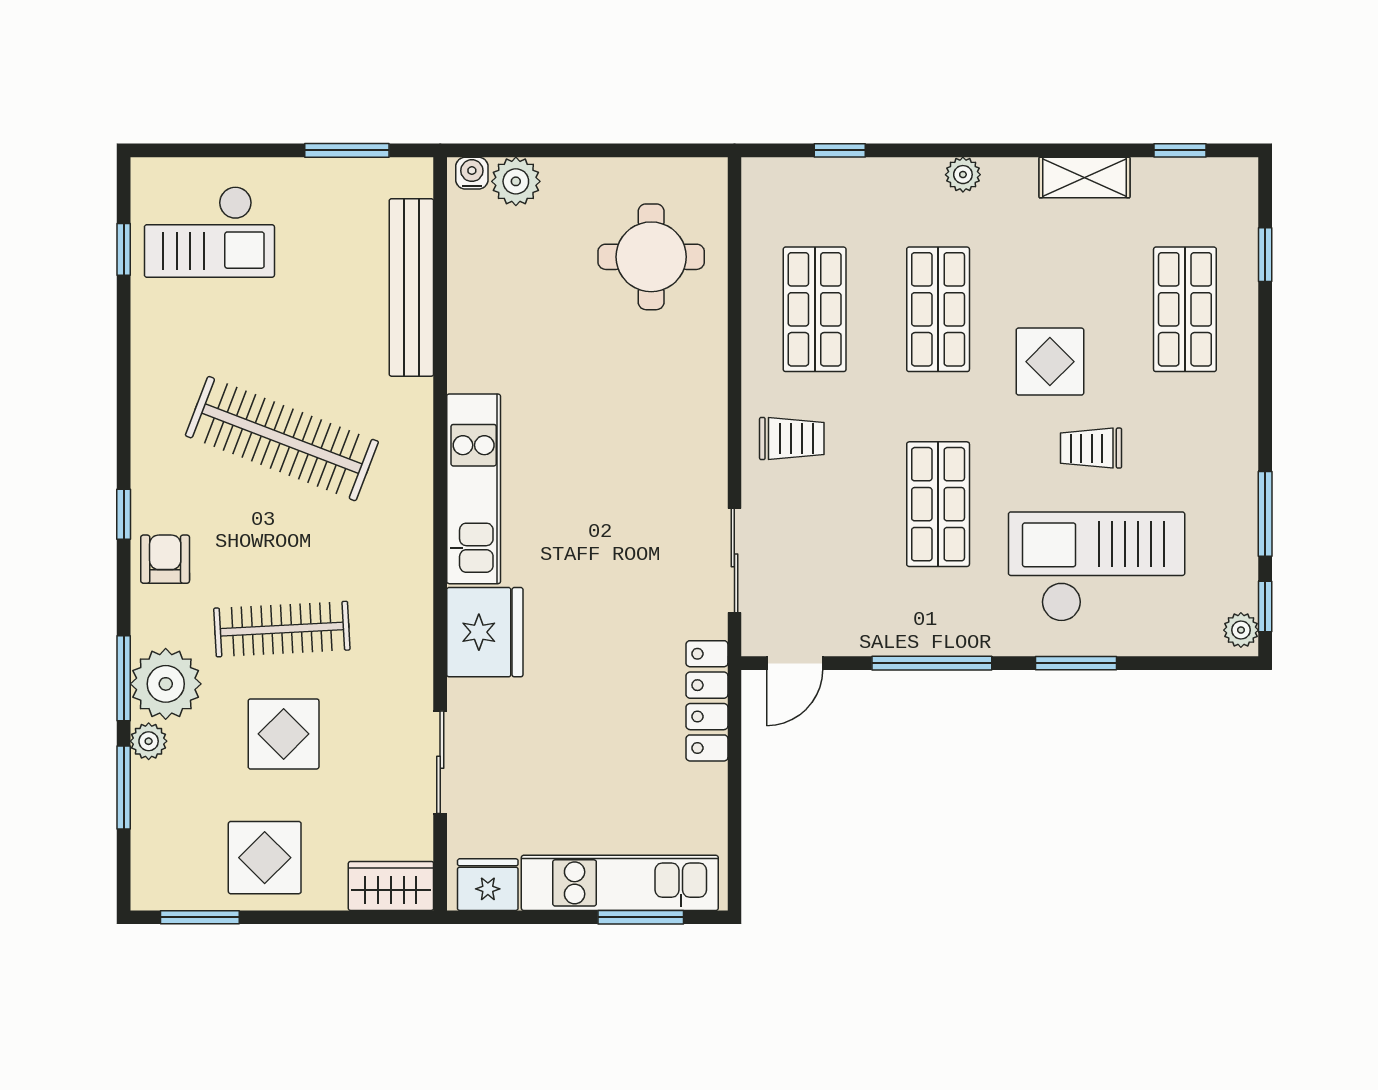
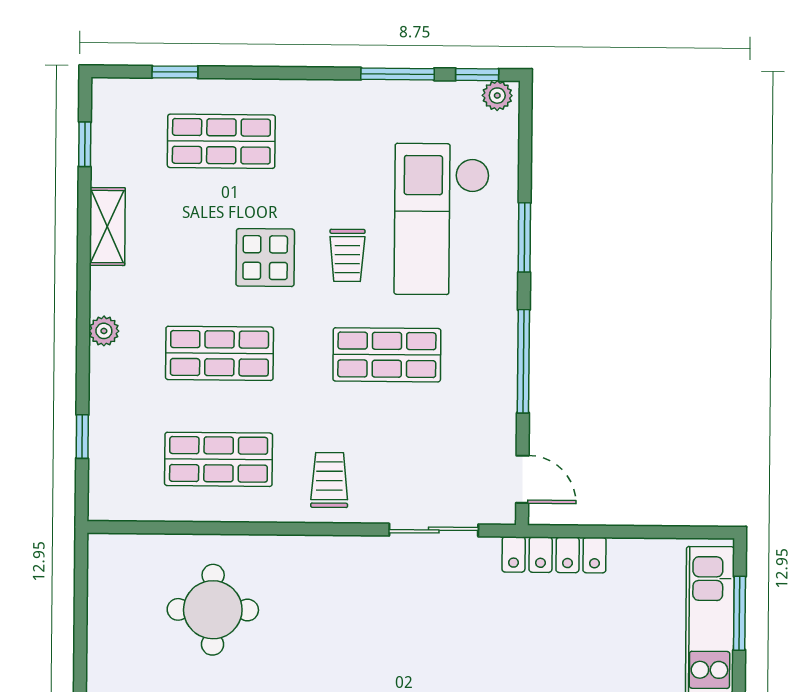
round table: (651, 257) -> (213, 610), moved
trolley: (1091, 448) -> (347, 255), moved

